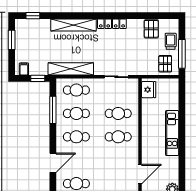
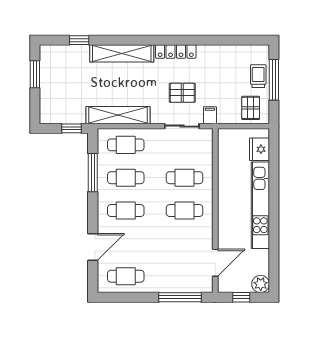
window: (33, 16) -> (79, 40), moved
pallet: (151, 29) -> (182, 93), moved, turned 90
window: (182, 54) -> (274, 80), moved
filing cabinet: (24, 69) -> (210, 115), moved
fridge: (149, 90) -> (259, 149), moved, turned 180
kitchen unit: (172, 133) -> (260, 205), width x1.36

